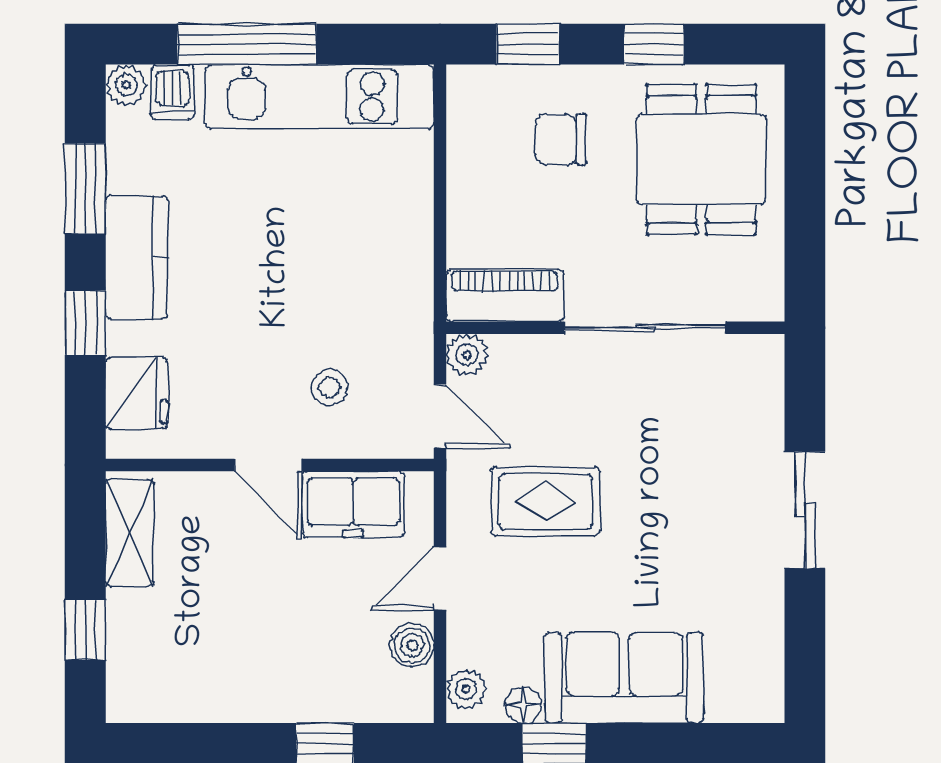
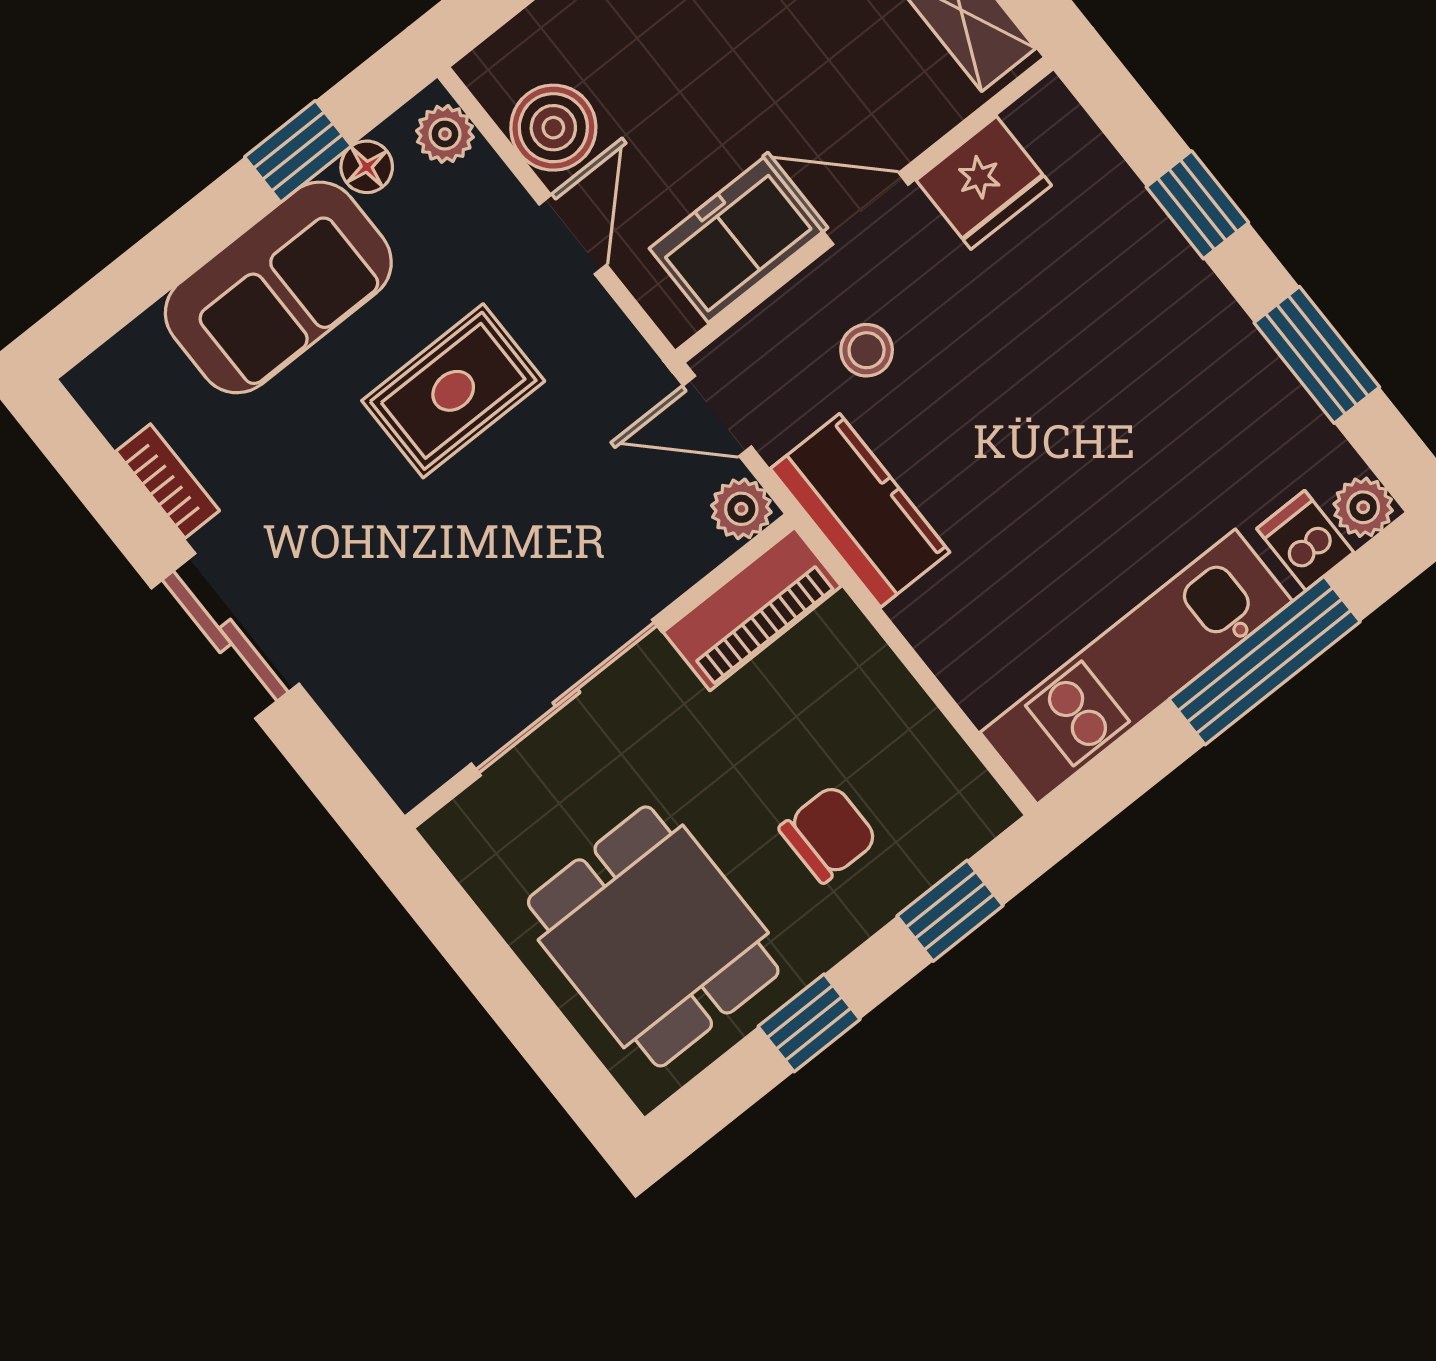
kitchen counter: (137, 257) -> (860, 510), moved, turned 180
fridge: (137, 393) -> (984, 183), moved, turned -90
rug: (545, 502) -> (453, 391), moved
bookcase: (769, 620) -> (168, 481), added
boiler: (412, 645) -> (553, 128), width x1.36, depth x1.36

